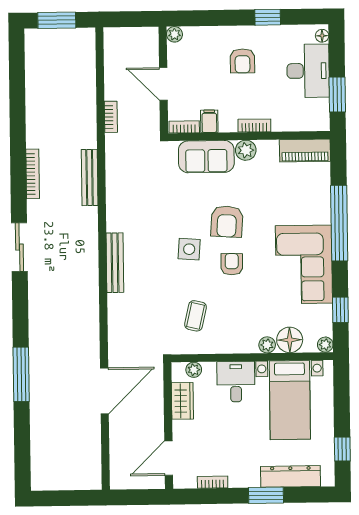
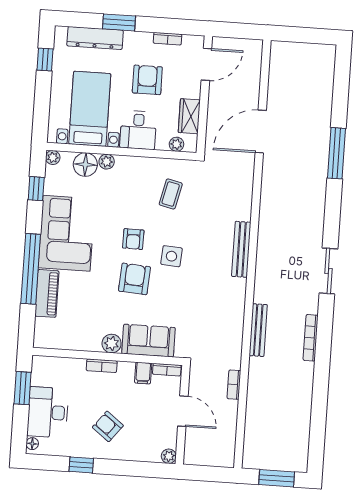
armchair: (242, 61) -> (108, 426), turned -52
piano: (305, 150) -> (47, 293), moved, turned 90
armchair: (231, 436) -> (147, 80), added

